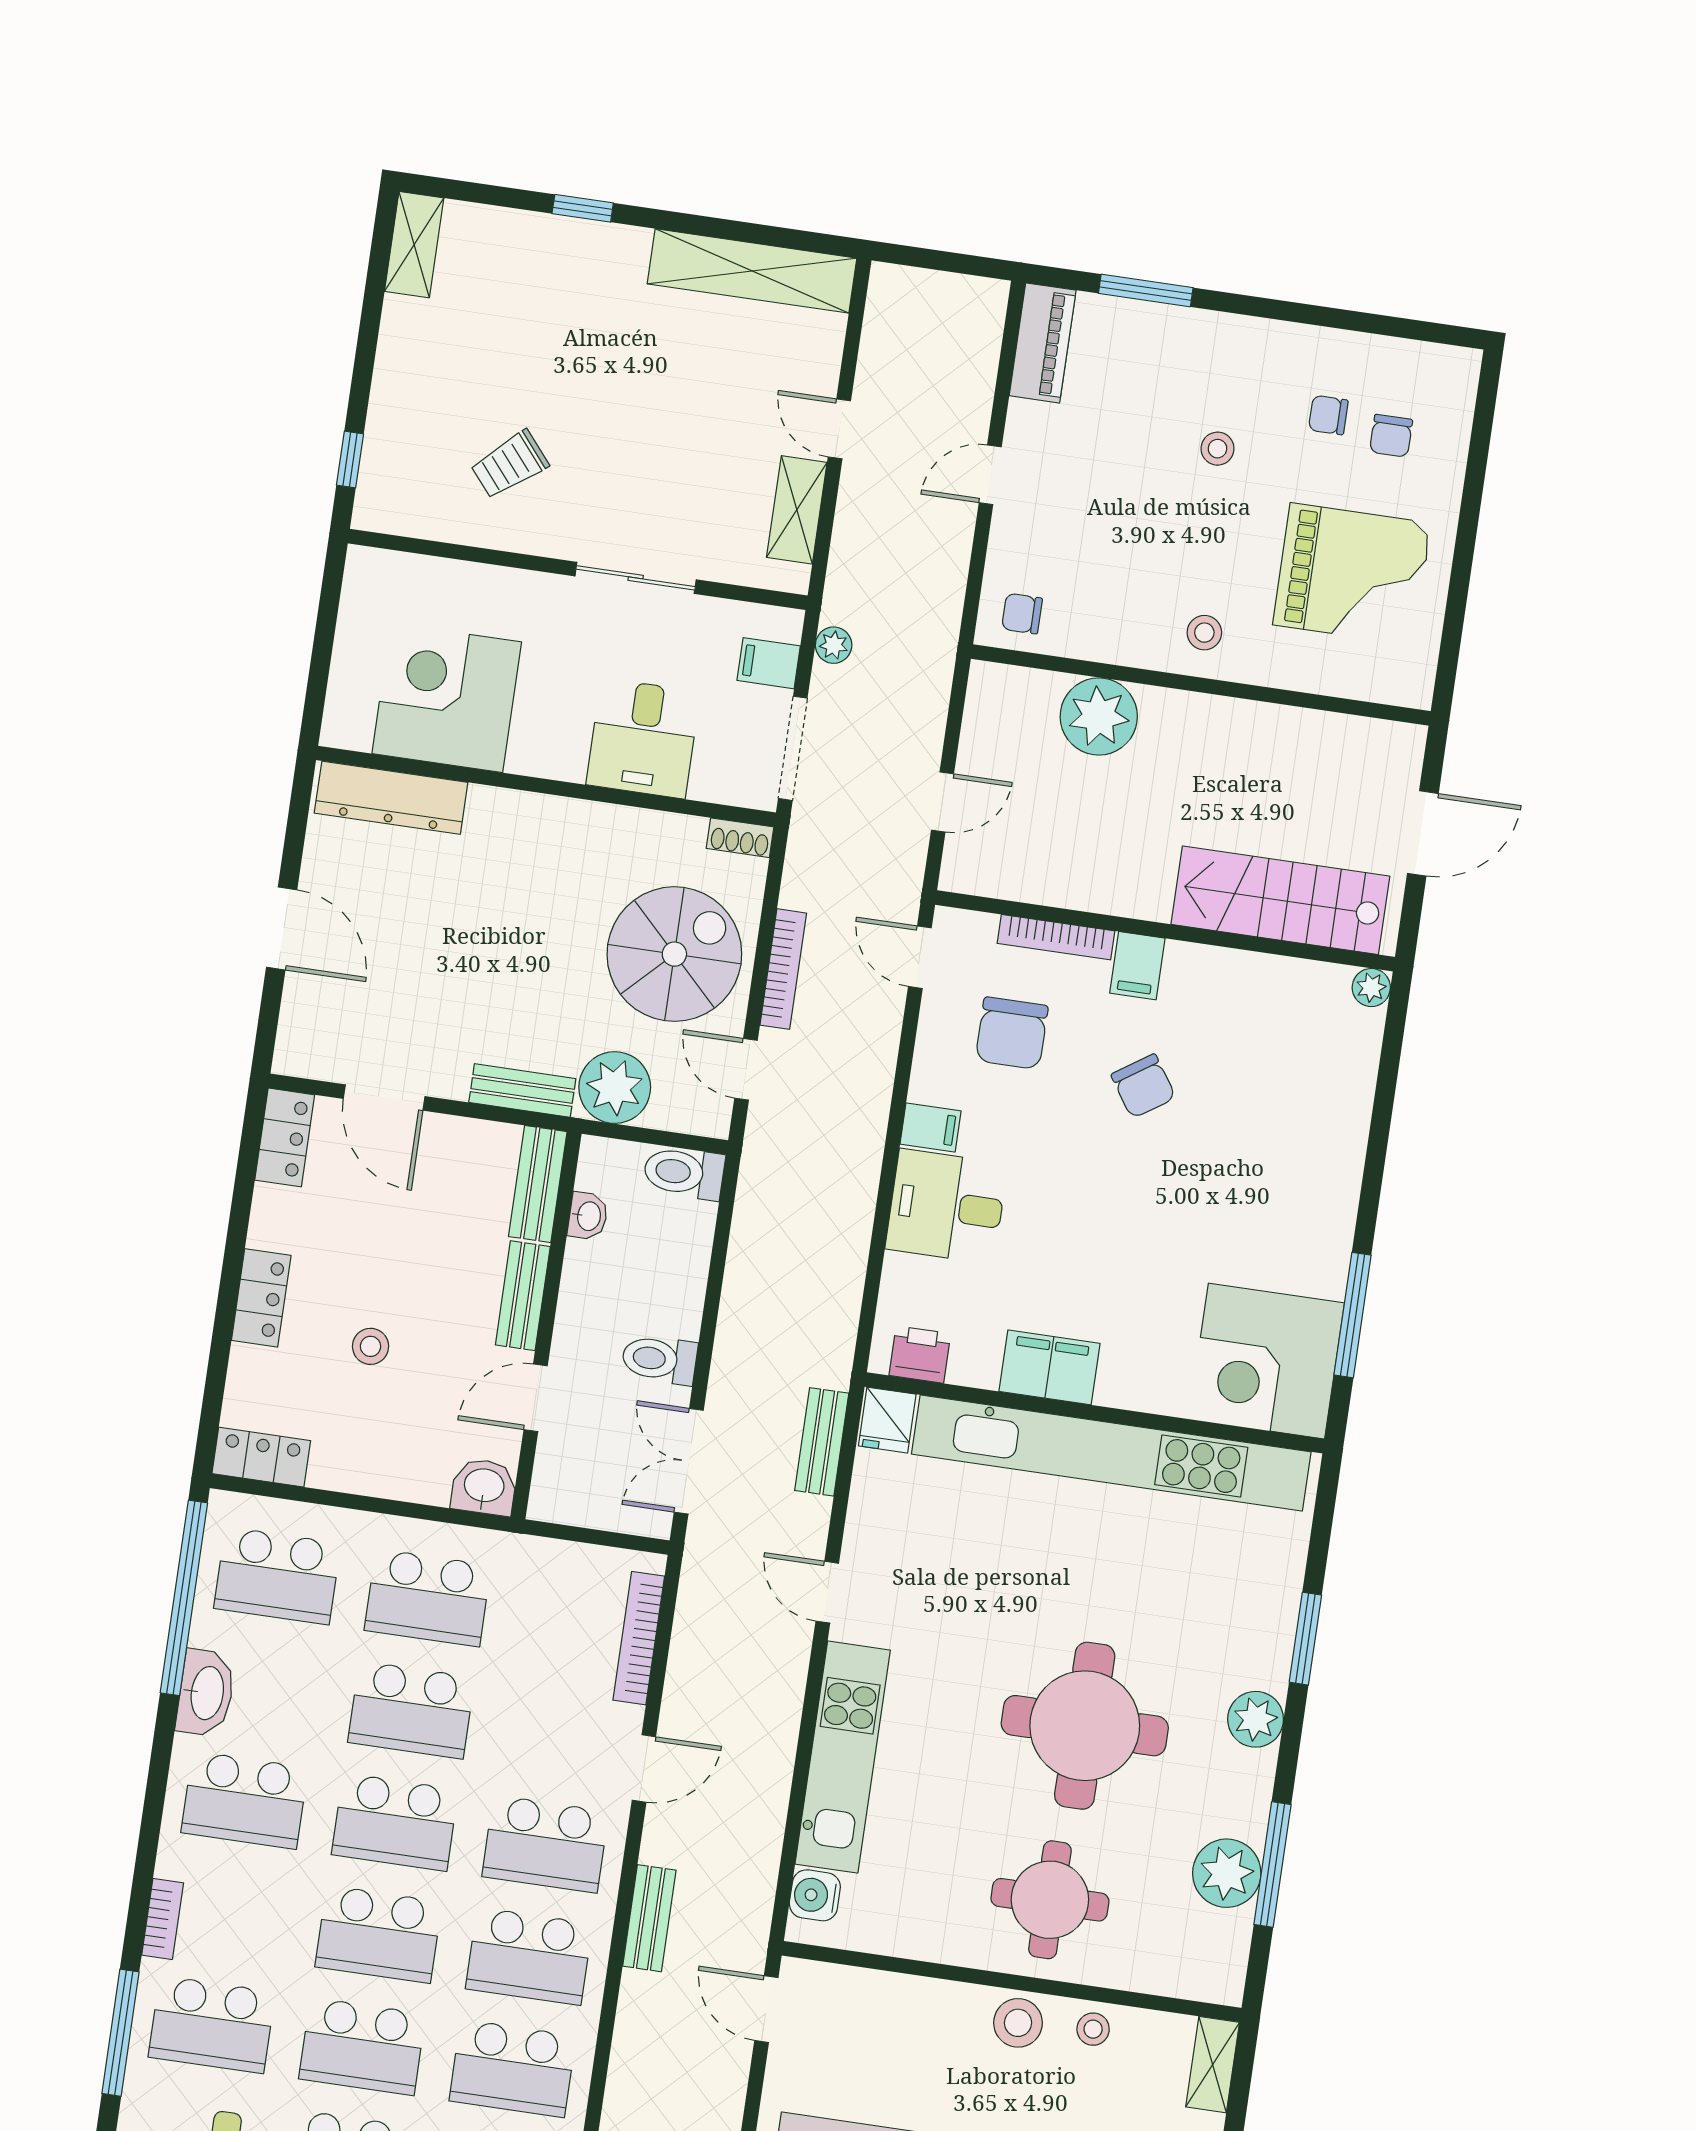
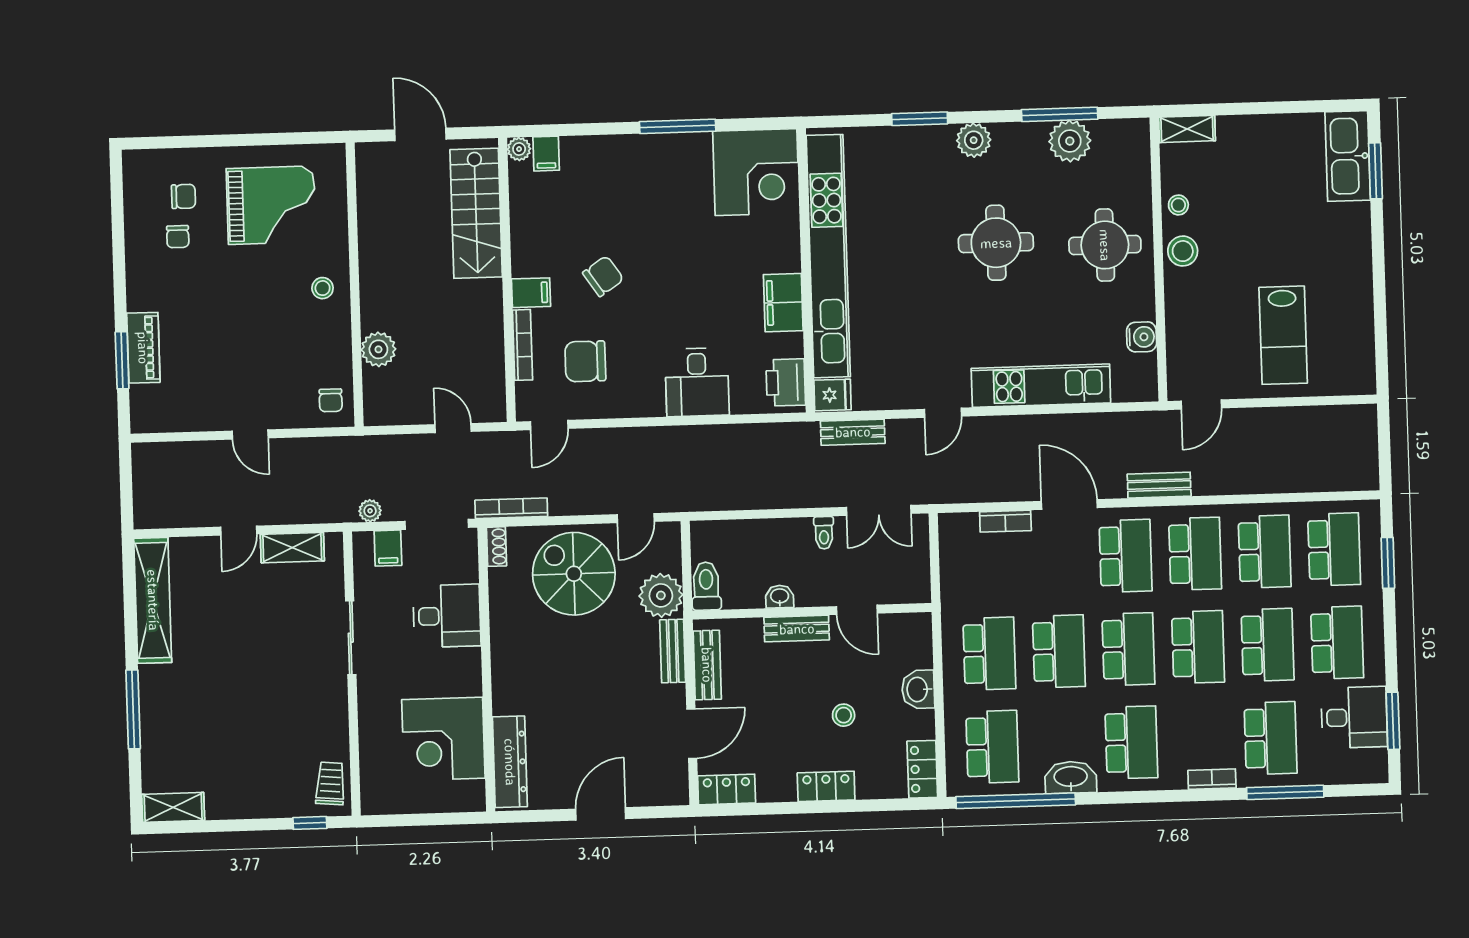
window: (583, 208) -> (133, 709), width x2.17
piano: (1043, 343) -> (143, 348), moved, turned 90
stool: (1217, 449) -> (210, 300), removed
trolley: (510, 465) -> (330, 783), moved, turned -135
grand piano: (1352, 574) -> (271, 205), turned 90
plant: (1099, 716) -> (378, 349), width x0.73, depth x0.73
bookcase: (783, 969) -> (511, 508), moved
chair: (1012, 1033) -> (585, 361), turned 180
filing cabinet: (931, 1128) -> (546, 154), moved, turned 180
toilet: (684, 1173) -> (706, 586), moved, turned 180
bench: (538, 1184) -> (707, 665), moved, turned 90
washbasin: (588, 1216) -> (780, 597), moved
window: (1353, 1315) -> (678, 126), moved
printer: (920, 1355) -> (786, 382), width x1.36, depth x1.24
toilet: (659, 1359) -> (824, 533), width x0.73, depth x0.72
washbasin: (484, 1487) -> (918, 689), moved
bookcase: (639, 1638) -> (1005, 521), width x0.64
round table: (1085, 1726) -> (996, 243), width x0.73, depth x0.73
door: (644, 1769) -> (1069, 504), width x1.38
water cooler: (815, 1895) -> (1142, 337), moved, turned -90

